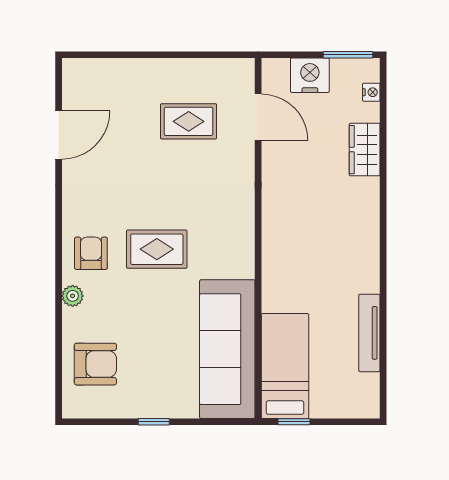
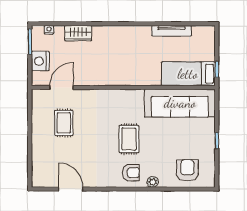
armchair: (91, 253) -> (131, 173), turned 180

